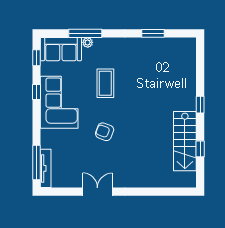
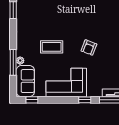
window: (37, 92) -> (85, 100), moved

